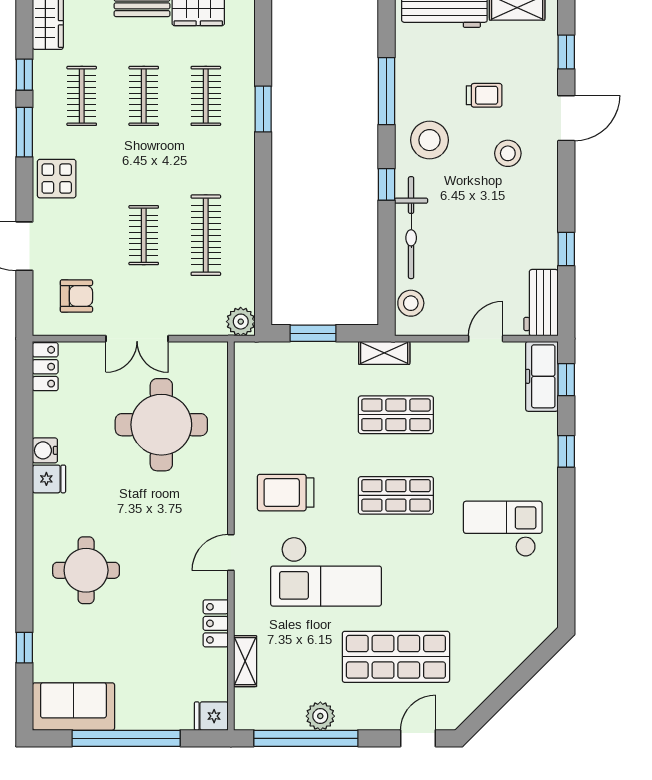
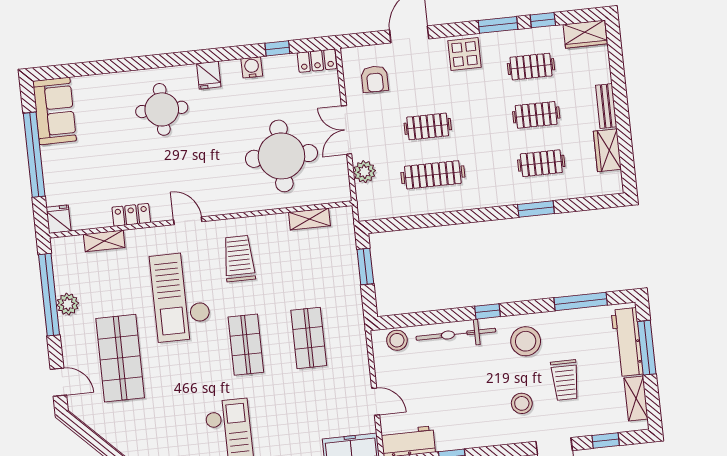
window: (387, 91) -> (581, 301), moved
trolley: (484, 95) -> (565, 380), width x1.36, depth x1.39
plant: (241, 322) -> (364, 172), moved
shelving: (384, 353) -> (309, 219), moved, turned 90
fridge: (49, 479) -> (209, 75), moved
window: (24, 648) -> (277, 48), moved

